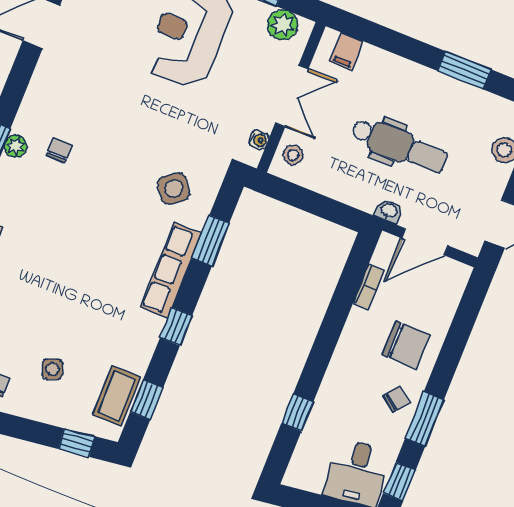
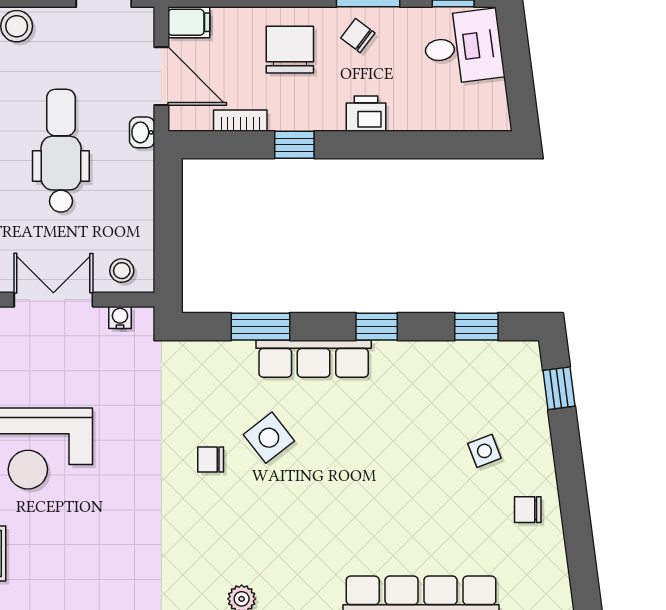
chair: (59, 150) -> (211, 460), moved
side table: (174, 189) -> (269, 438), moved
filing cabinet: (456, 278) -> (189, 22), added
printer: (336, 382) -> (366, 114), added
coffee table: (116, 396) -> (486, 364), removed
window: (297, 413) -> (294, 145), moved

